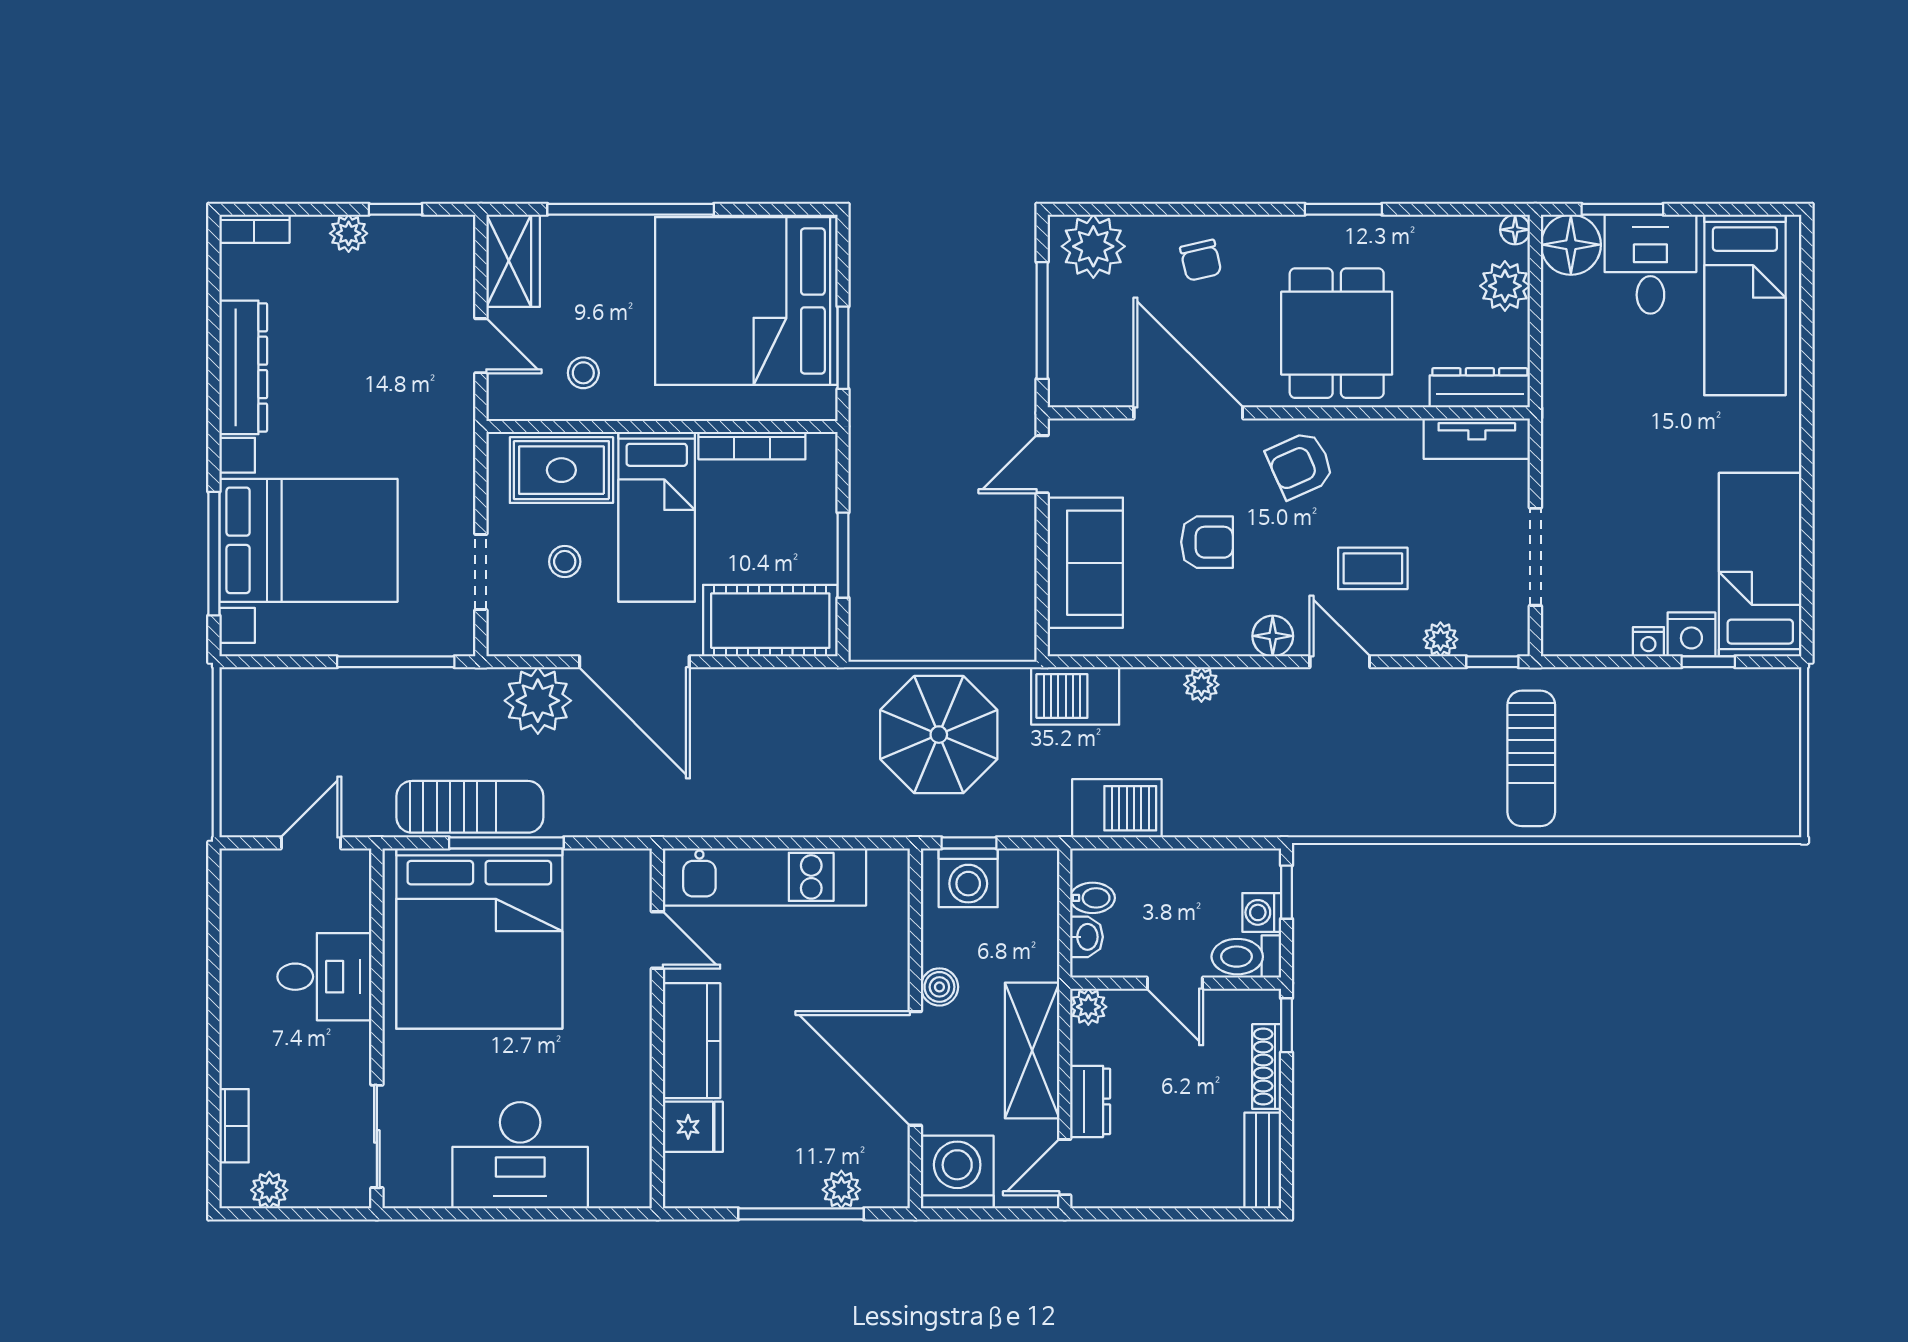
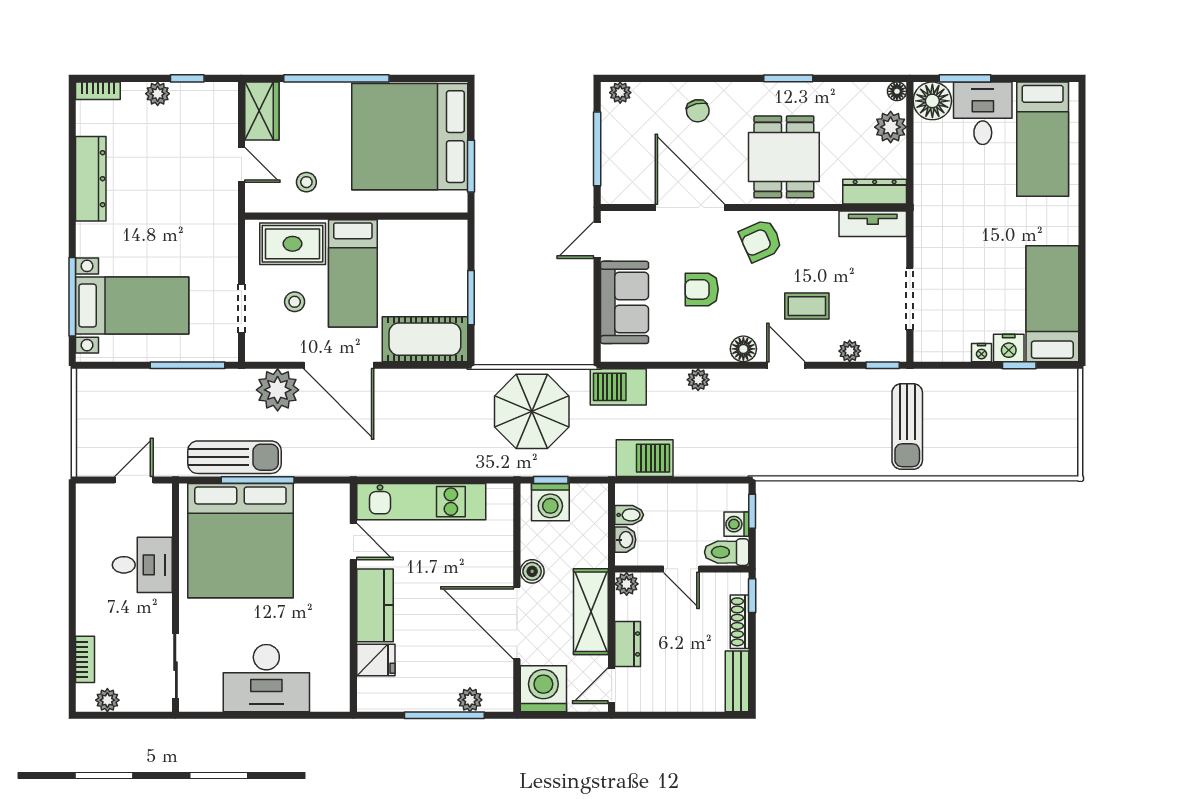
plant: (1093, 246) -> (620, 93), width x0.53, depth x0.53
bookcase: (752, 446) -> (413, 228), removed
bed with nightstands: (308, 540) -> (132, 306), width x0.73
armchair: (1207, 542) -> (702, 289), turned 180

